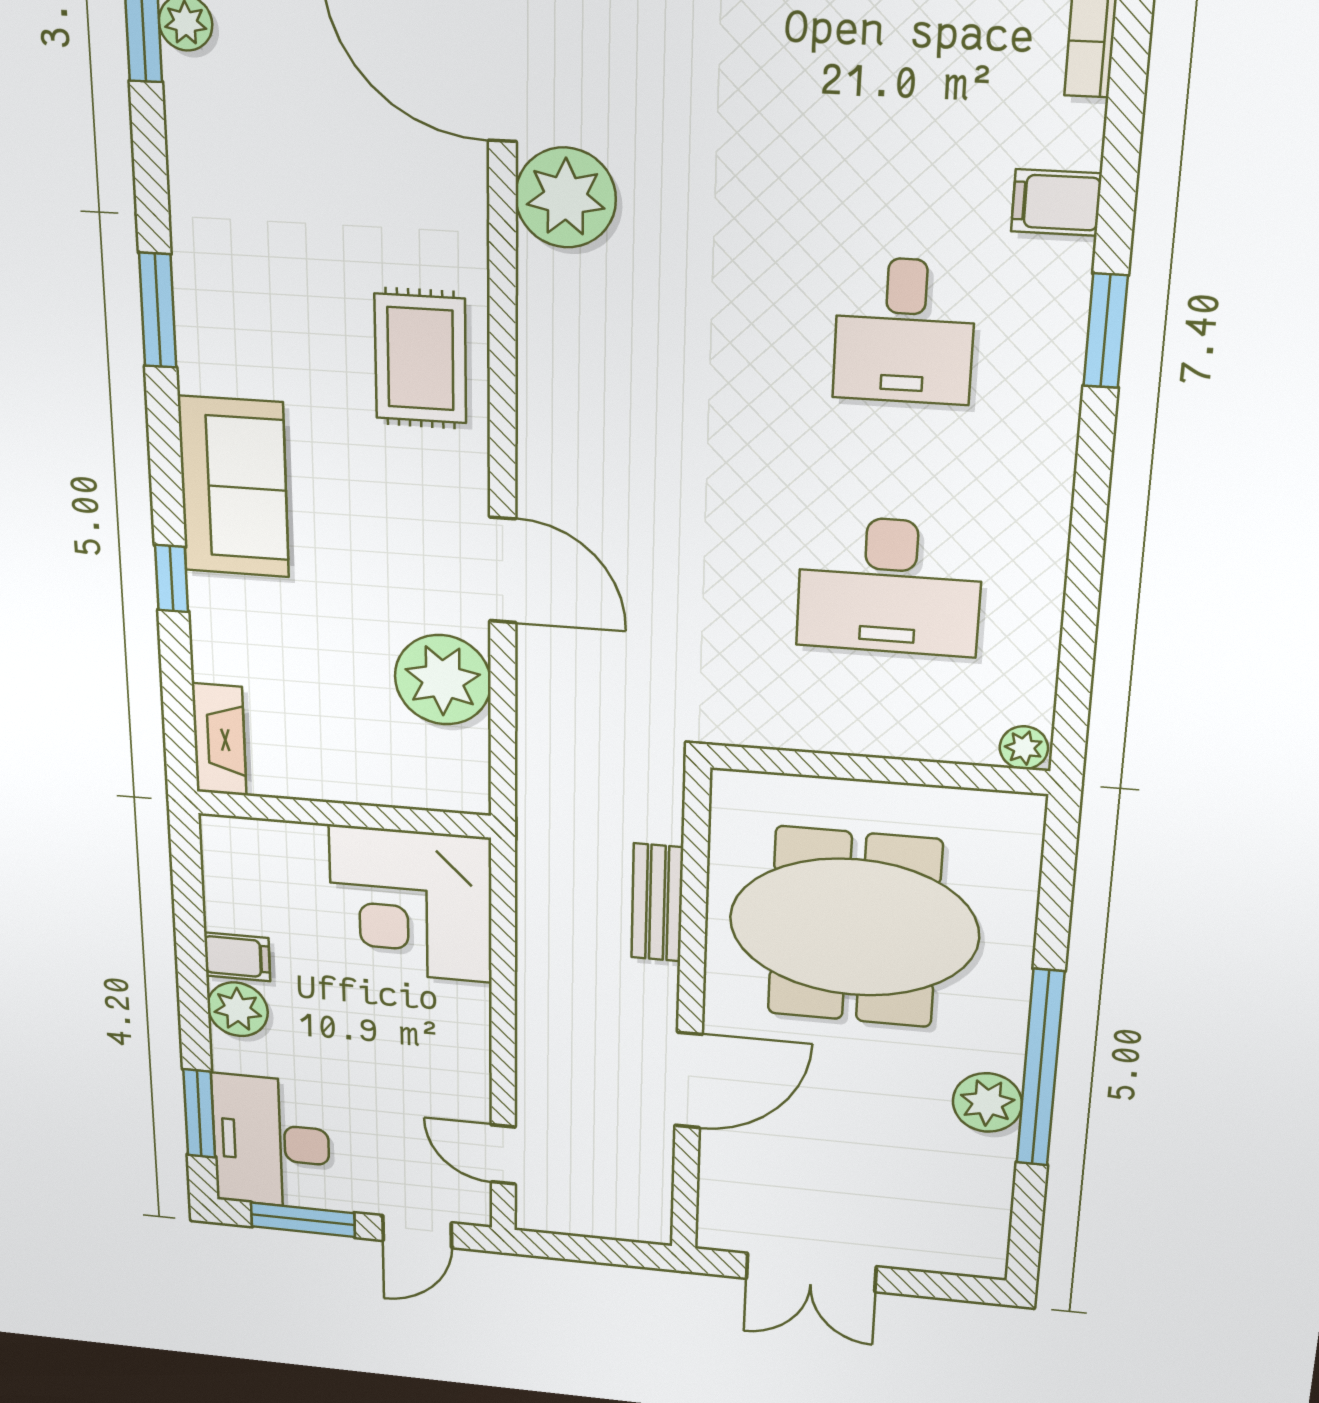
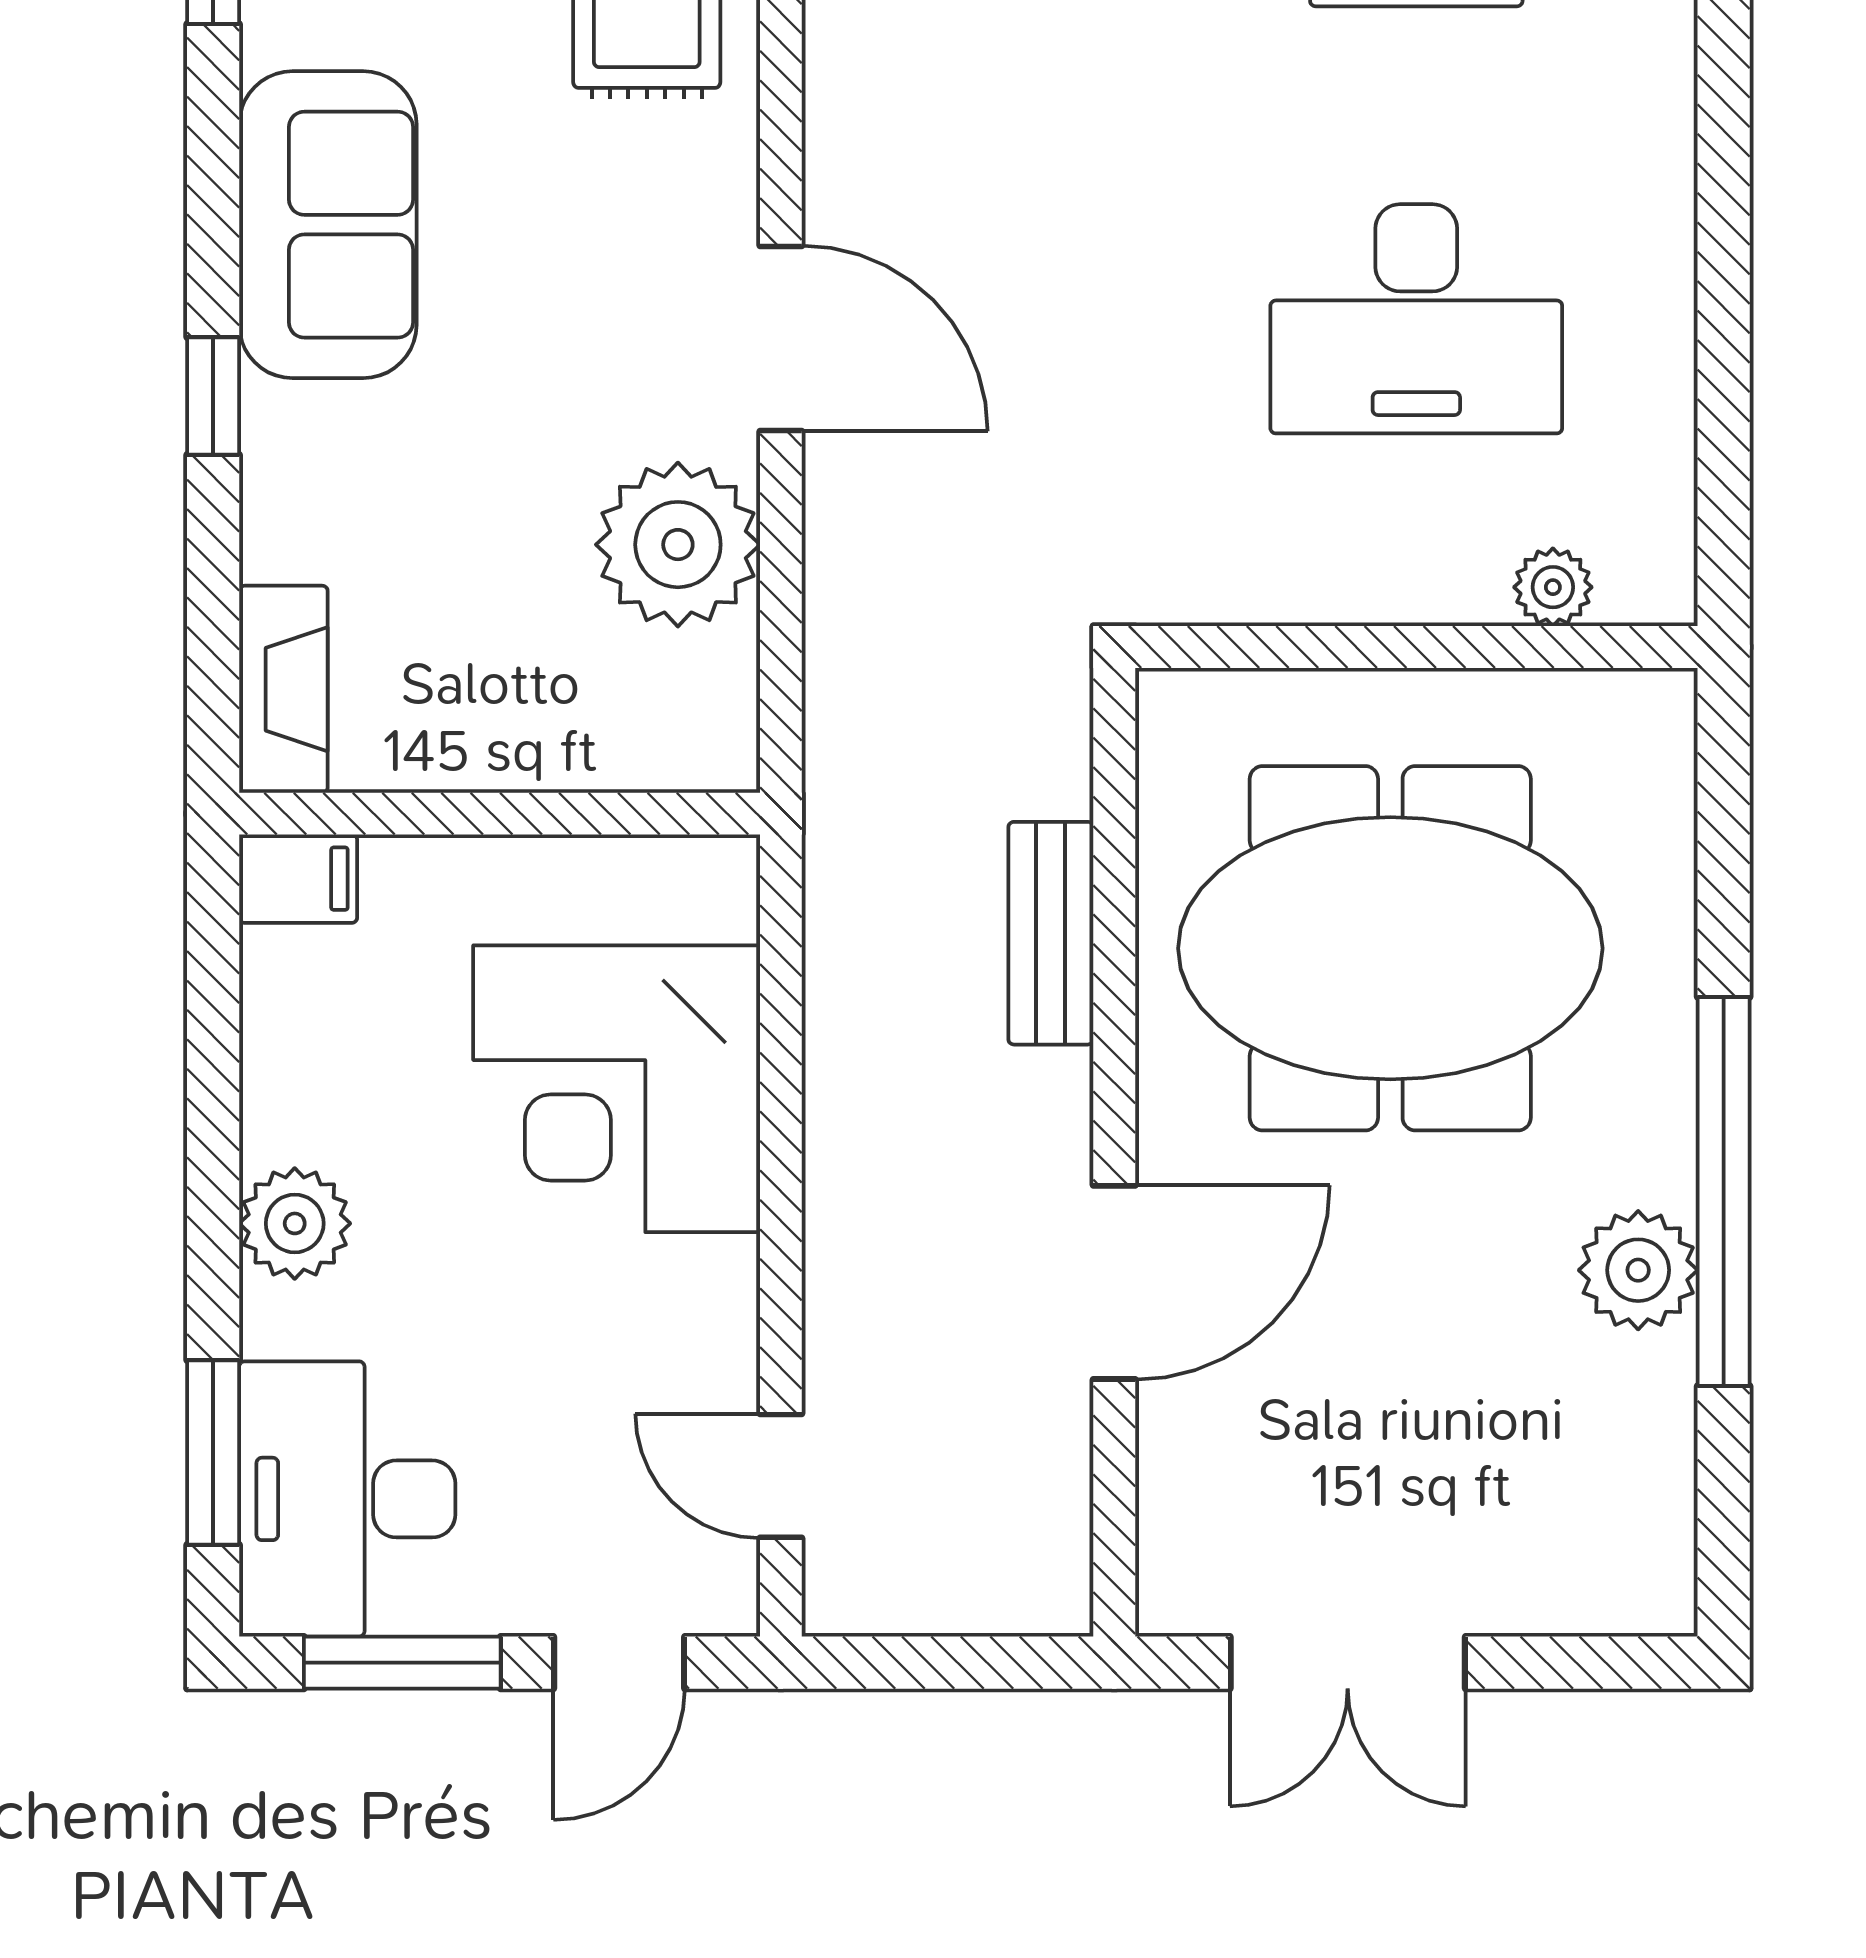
plant: (1024, 748) -> (1553, 587), moved
corner desk: (411, 904) -> (617, 1089), moved
filing cabinet: (237, 957) -> (298, 879), moved

